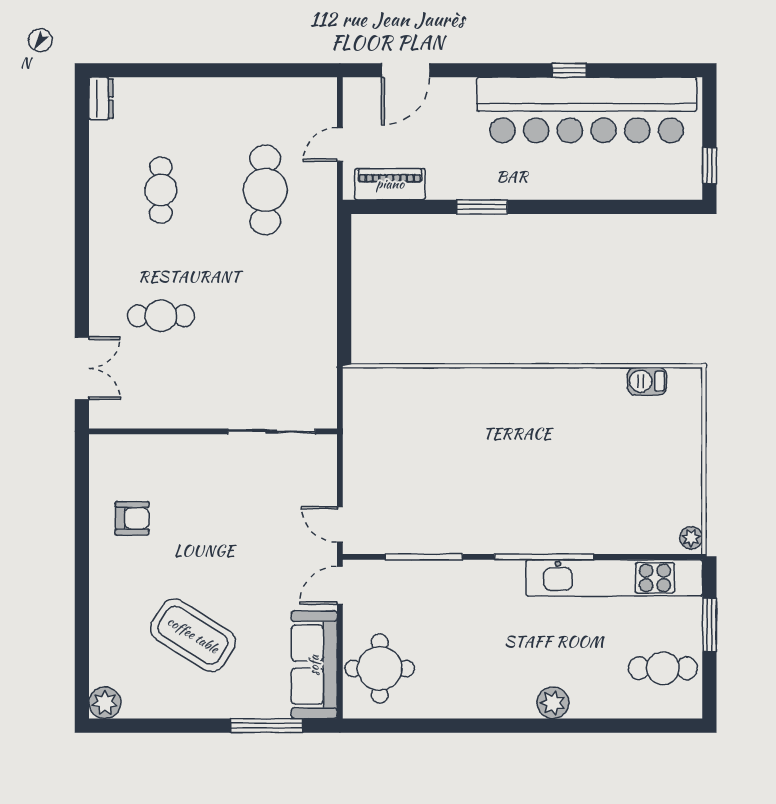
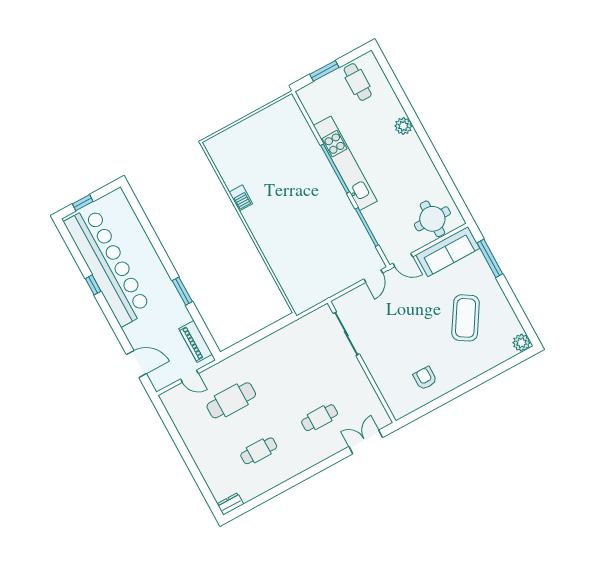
window: (709, 165) -> (83, 203), moved
cafe table: (161, 316) -> (320, 418), turned 90
barbecue: (647, 381) -> (241, 198), moved
plant: (691, 538) -> (287, 103), removed
kitchen unit: (614, 578) -> (345, 163), moved

